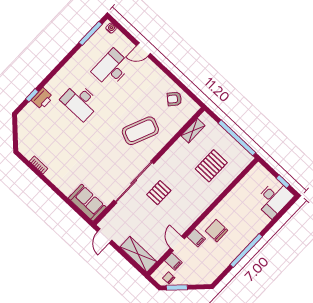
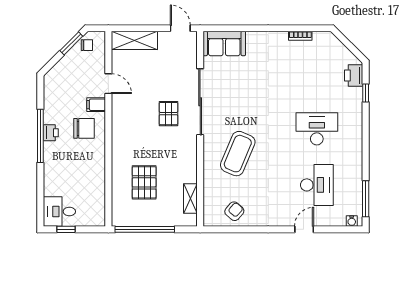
printer: (42, 99) -> (354, 76), moved
desk: (274, 199) -> (59, 212), width x0.73
printer: (238, 247) -> (51, 133), added
filing cabinet: (173, 262) -> (97, 64), removed

